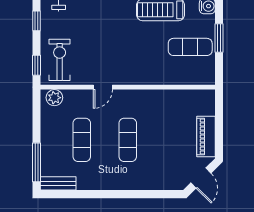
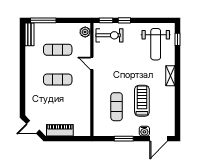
window: (36, 21) -> (124, 20), moved
exercise mat: (190, 47) -> (117, 107), moved

